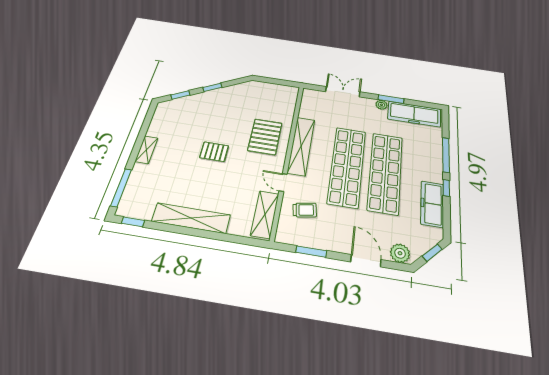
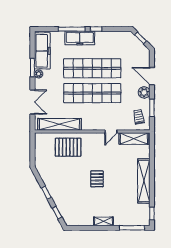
double door: (343, 92) -> (32, 102), swing flipped
pallet: (265, 137) -> (68, 147), moved
shelving: (301, 146) -> (59, 124), moved
freezer: (432, 204) -> (80, 38), moved
trolley: (305, 210) -> (139, 117), moved
plant: (400, 253) -> (144, 92), moved
door: (366, 261) -> (152, 76), hinge flipped

